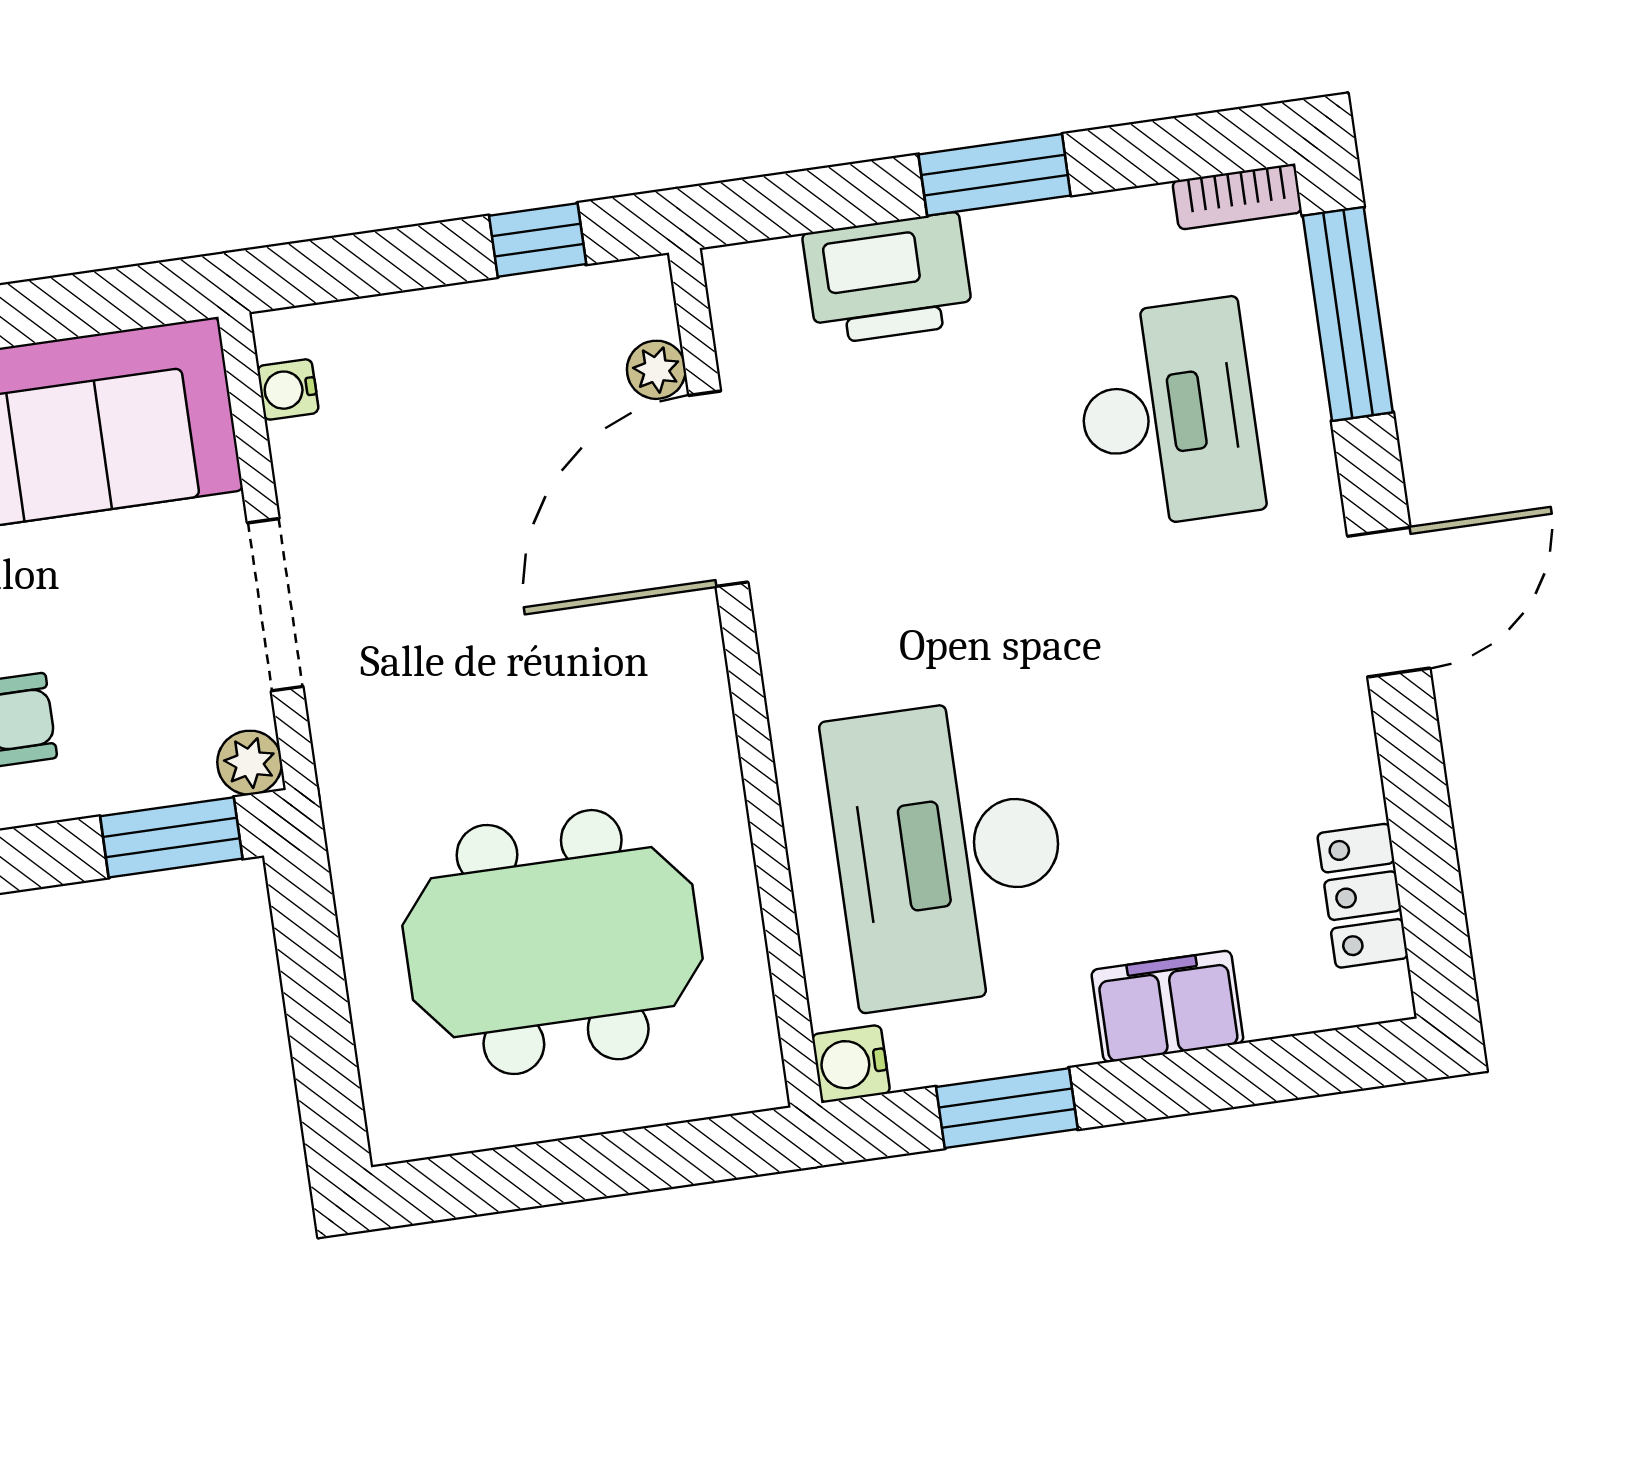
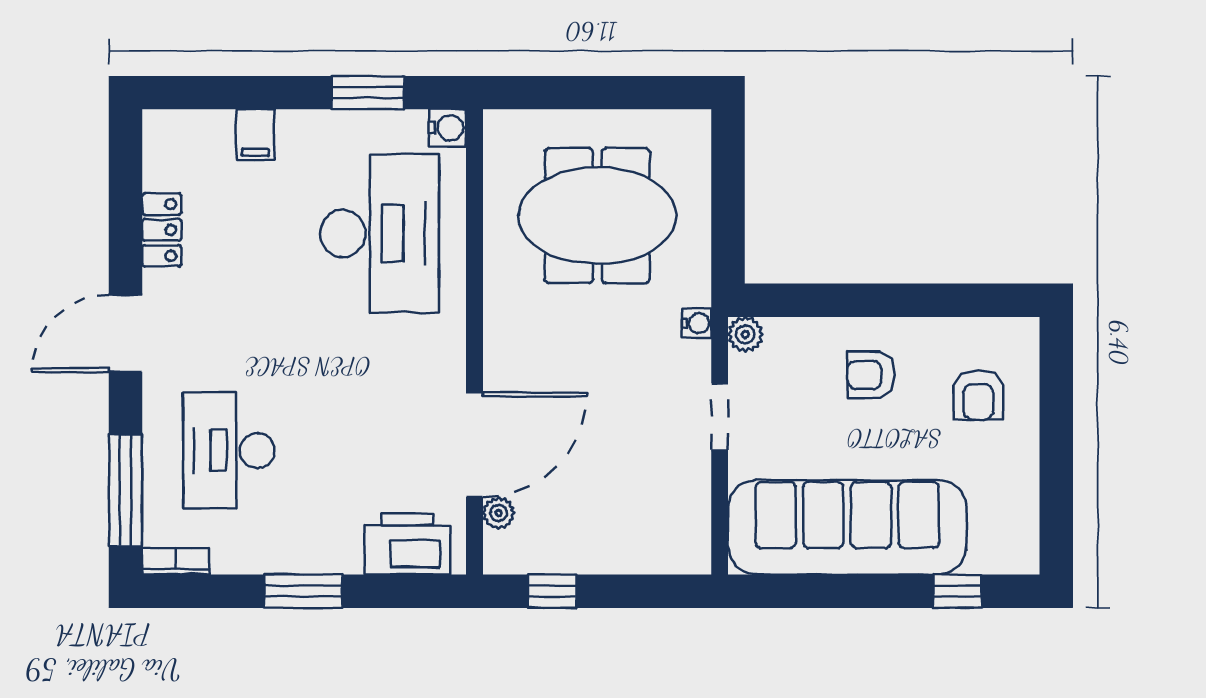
printer: (888, 279) -> (407, 544), moved
water cooler: (288, 389) -> (697, 323), moved
doorway: (275, 605) -> (720, 417), width x0.73
window: (171, 837) -> (793, 300), removed
locker: (1363, 896) -> (162, 230), moved
filing cabinet: (1167, 1006) -> (255, 135), width x0.50

